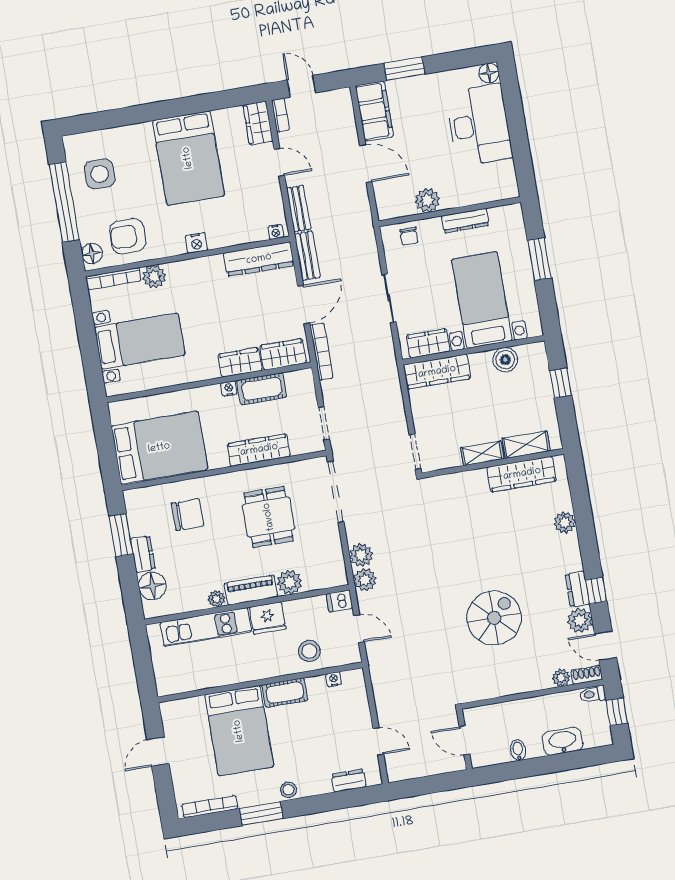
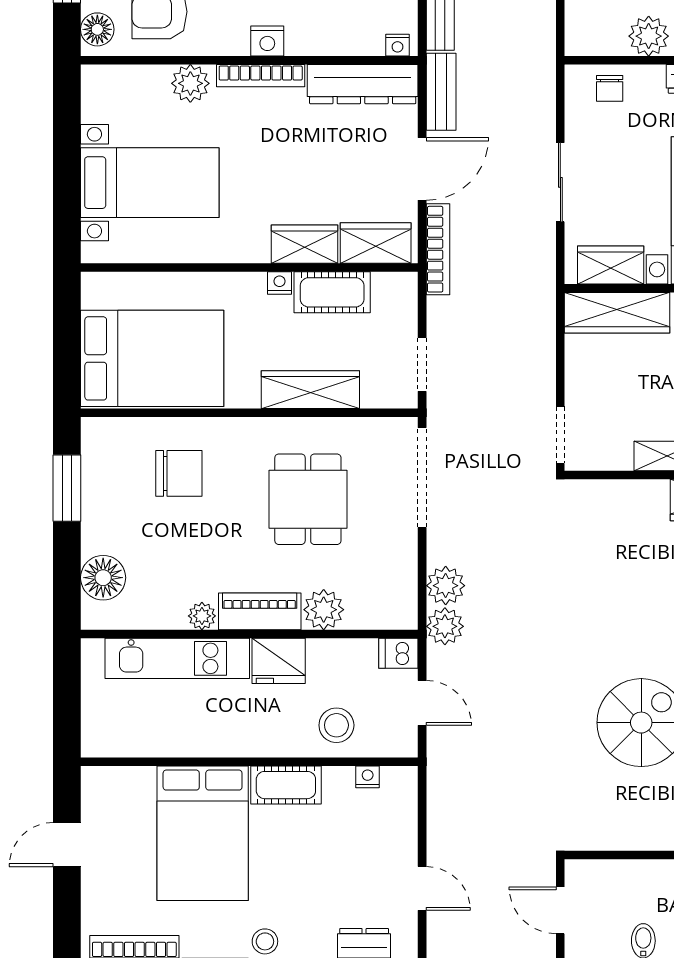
bookcase: (113, 279) -> (261, 76), moved
dresser: (143, 554) -> (97, 524), removed

